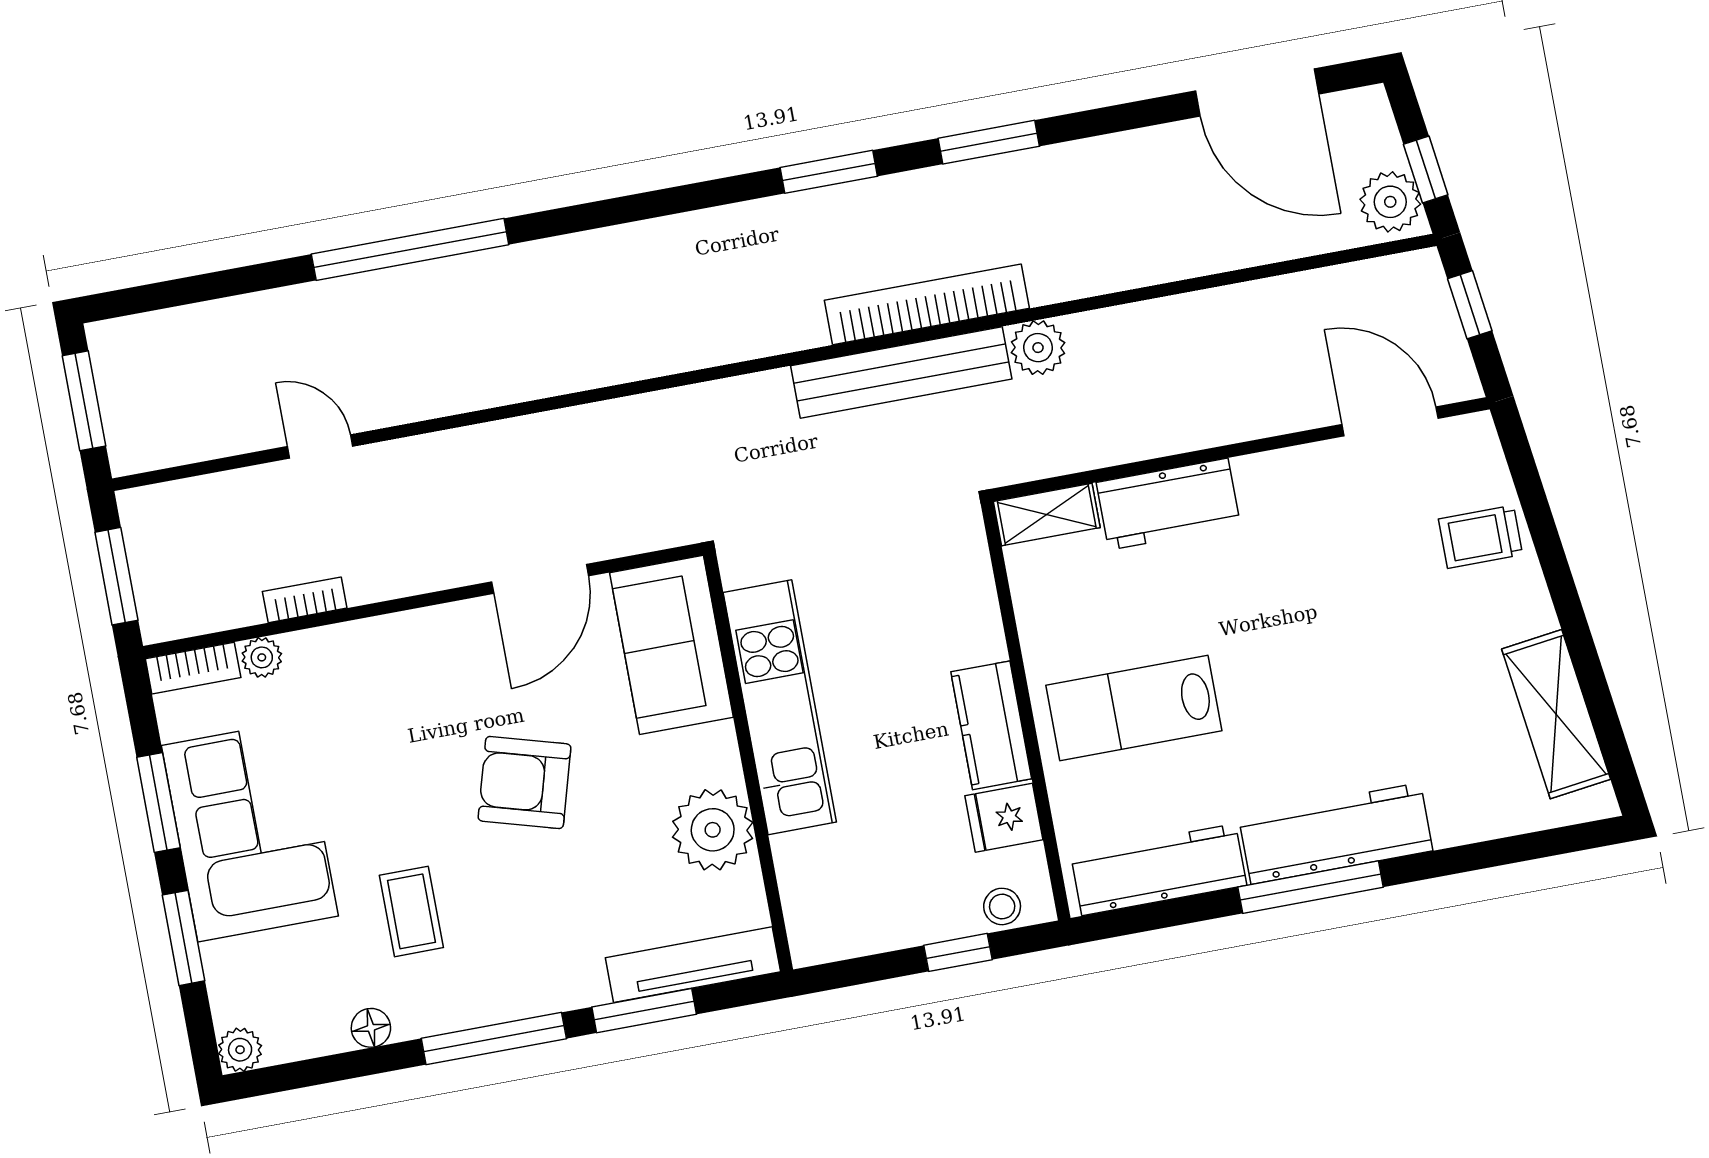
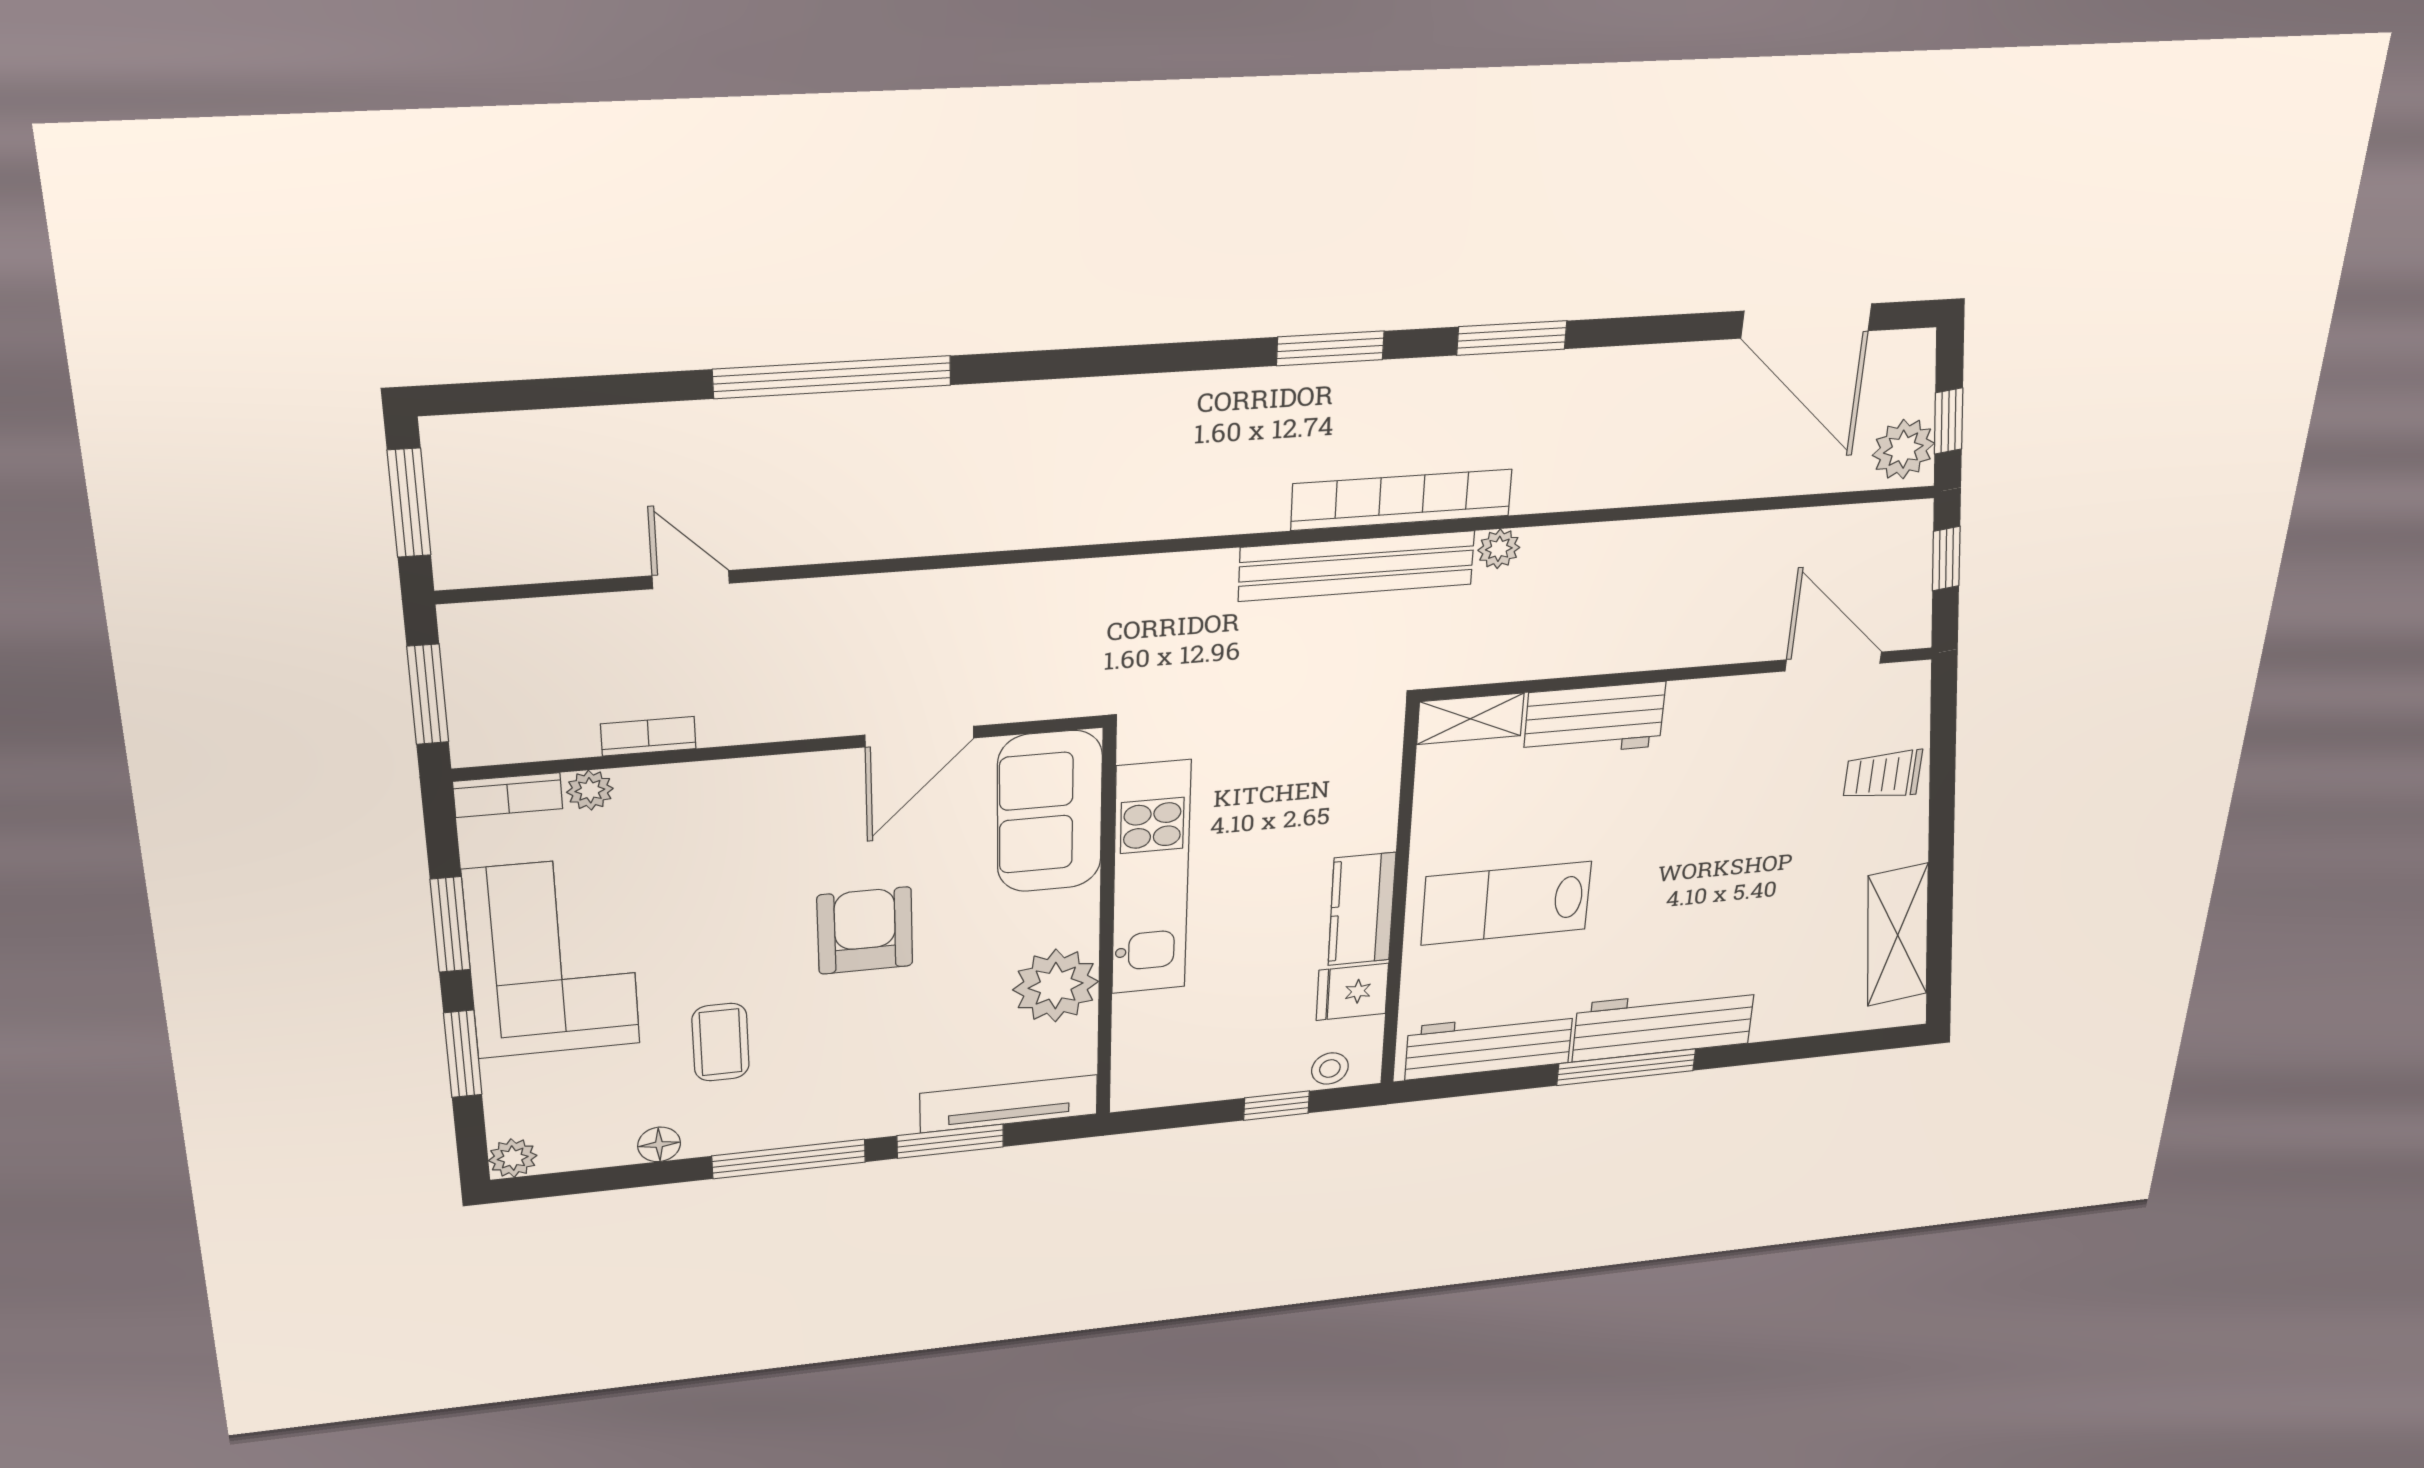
plant: (1038, 348) -> (1499, 549), width x0.73, depth x0.73
armchair: (524, 783) -> (865, 931), turned 74

